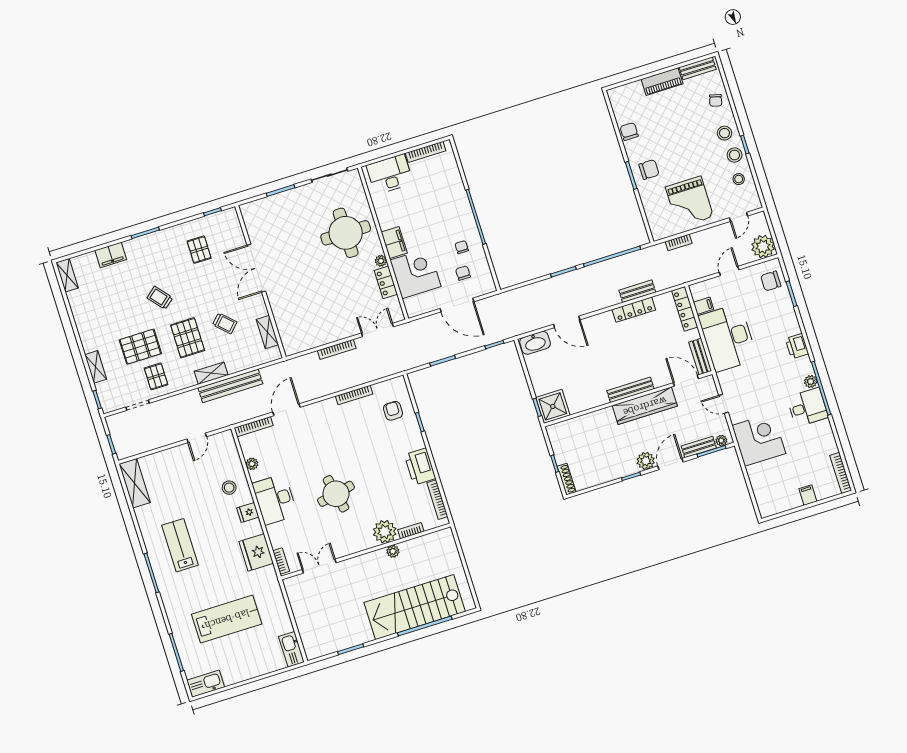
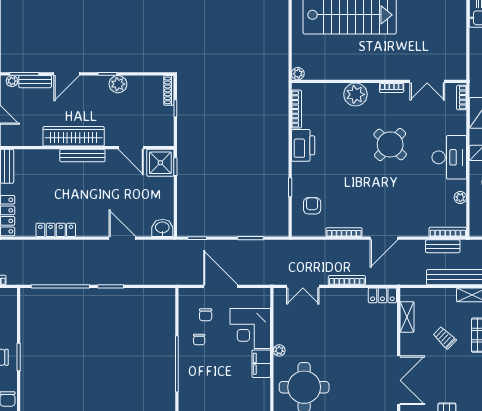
locker: (386, 282) -> (382, 295), moved, turned 90
bench: (637, 291) -> (443, 246), moved
washbasin: (535, 343) -> (162, 228), width x0.72
door: (686, 381) -> (131, 148), moved
door: (287, 410) -> (384, 238), moved
armchair: (393, 411) -> (312, 206), turned 180
plant: (646, 461) -> (118, 84), moved
round table: (336, 494) -> (390, 144), turned -35
bookcase: (411, 531) -> (392, 88), moved
plant: (393, 551) -> (298, 74), moved

